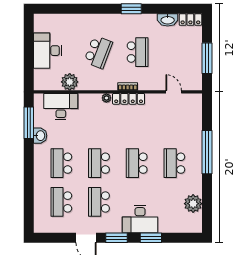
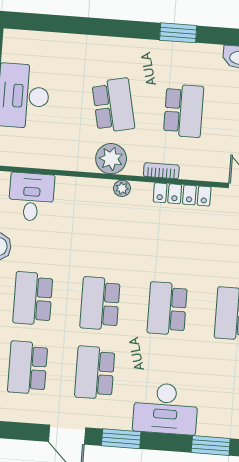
school desk: (98, 52) -> (113, 105), turned -33
plant: (70, 82) -> (111, 159), moved
locker: (129, 99) -> (182, 194), moved
desk: (61, 107) -> (31, 197), width x0.73
window: (151, 238) -> (211, 446), moved

